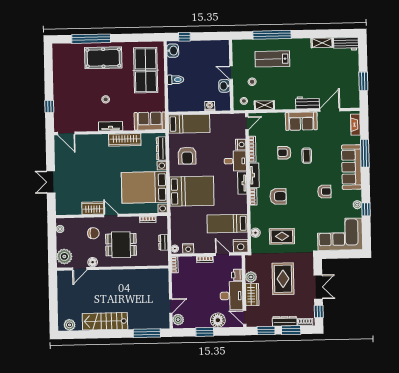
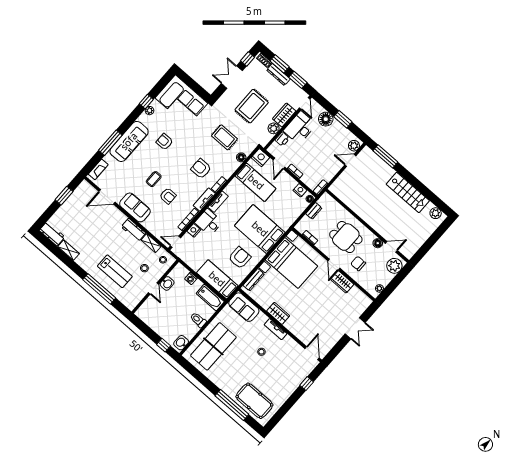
pool table: (103, 58) -> (254, 401), moved
workbench: (307, 103) -> (133, 230), moved
bathtub: (182, 105) -> (210, 298), added
wardrobe: (125, 140) -> (278, 313), width x0.67

